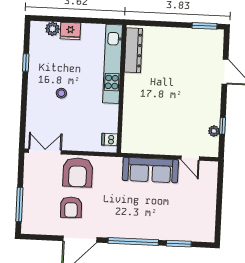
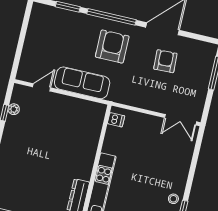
stool: (61, 93) -> (173, 199), moved
door: (190, 158) -> (42, 87), hinge flipped
armchair: (78, 172) -> (112, 47), moved

